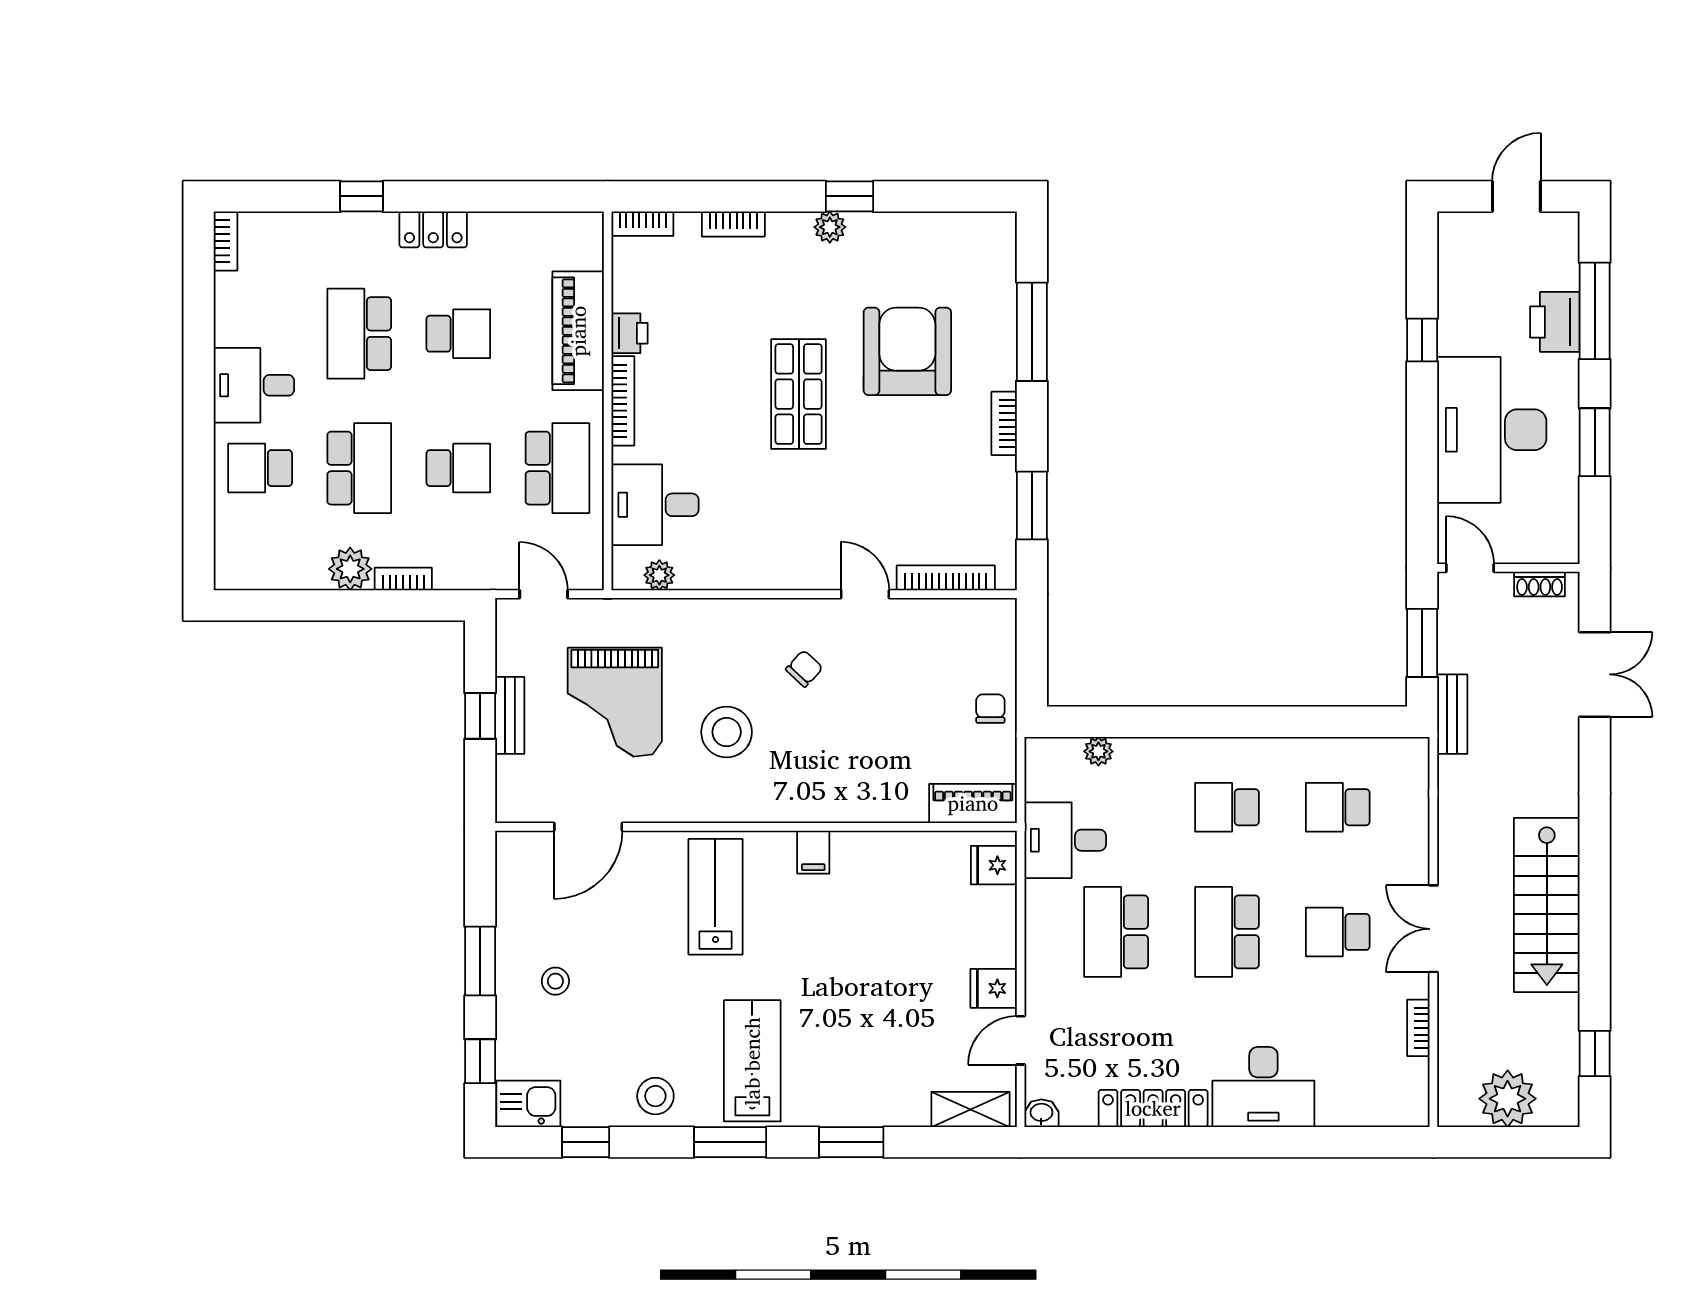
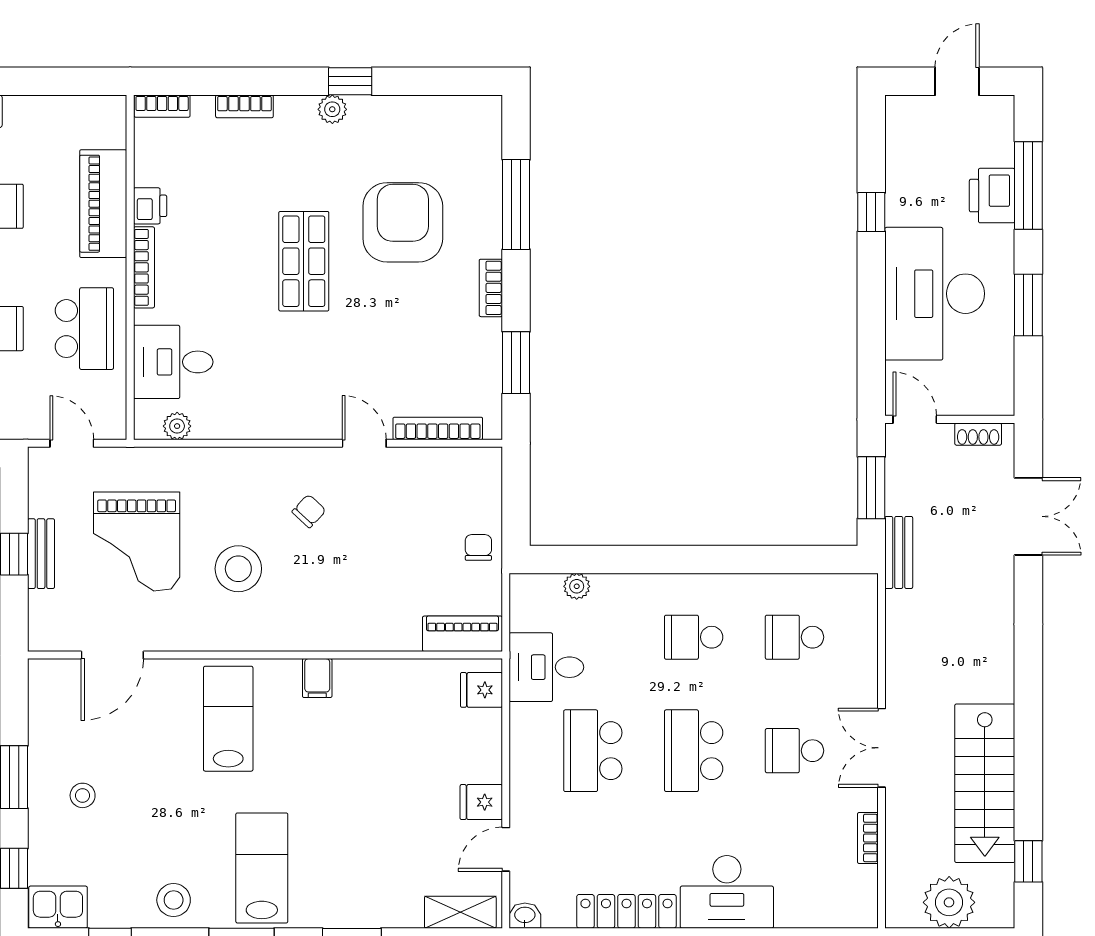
stairs: (1547, 905) -> (985, 783), moved

